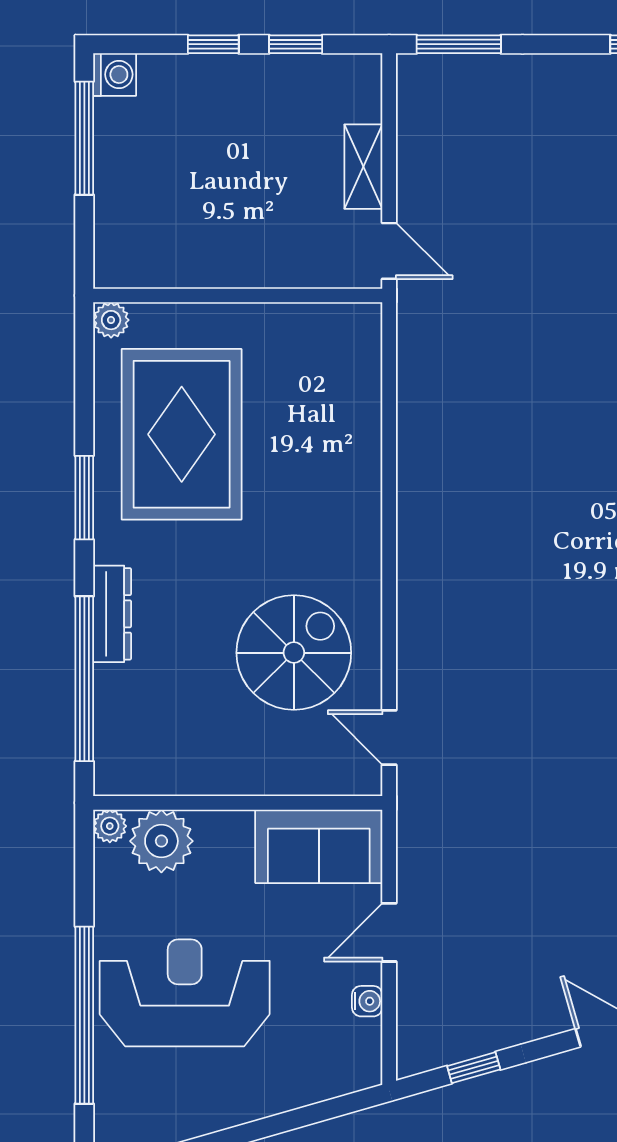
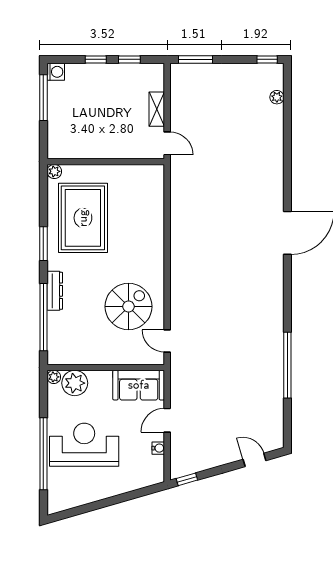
window: (474, 1068) -> (187, 479), moved

